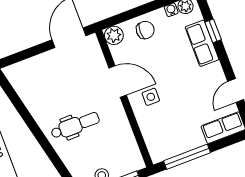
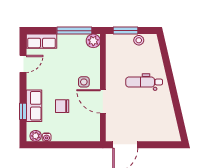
chair: (145, 30) -> (62, 106), moved
plant: (114, 35) -> (93, 41), moved

